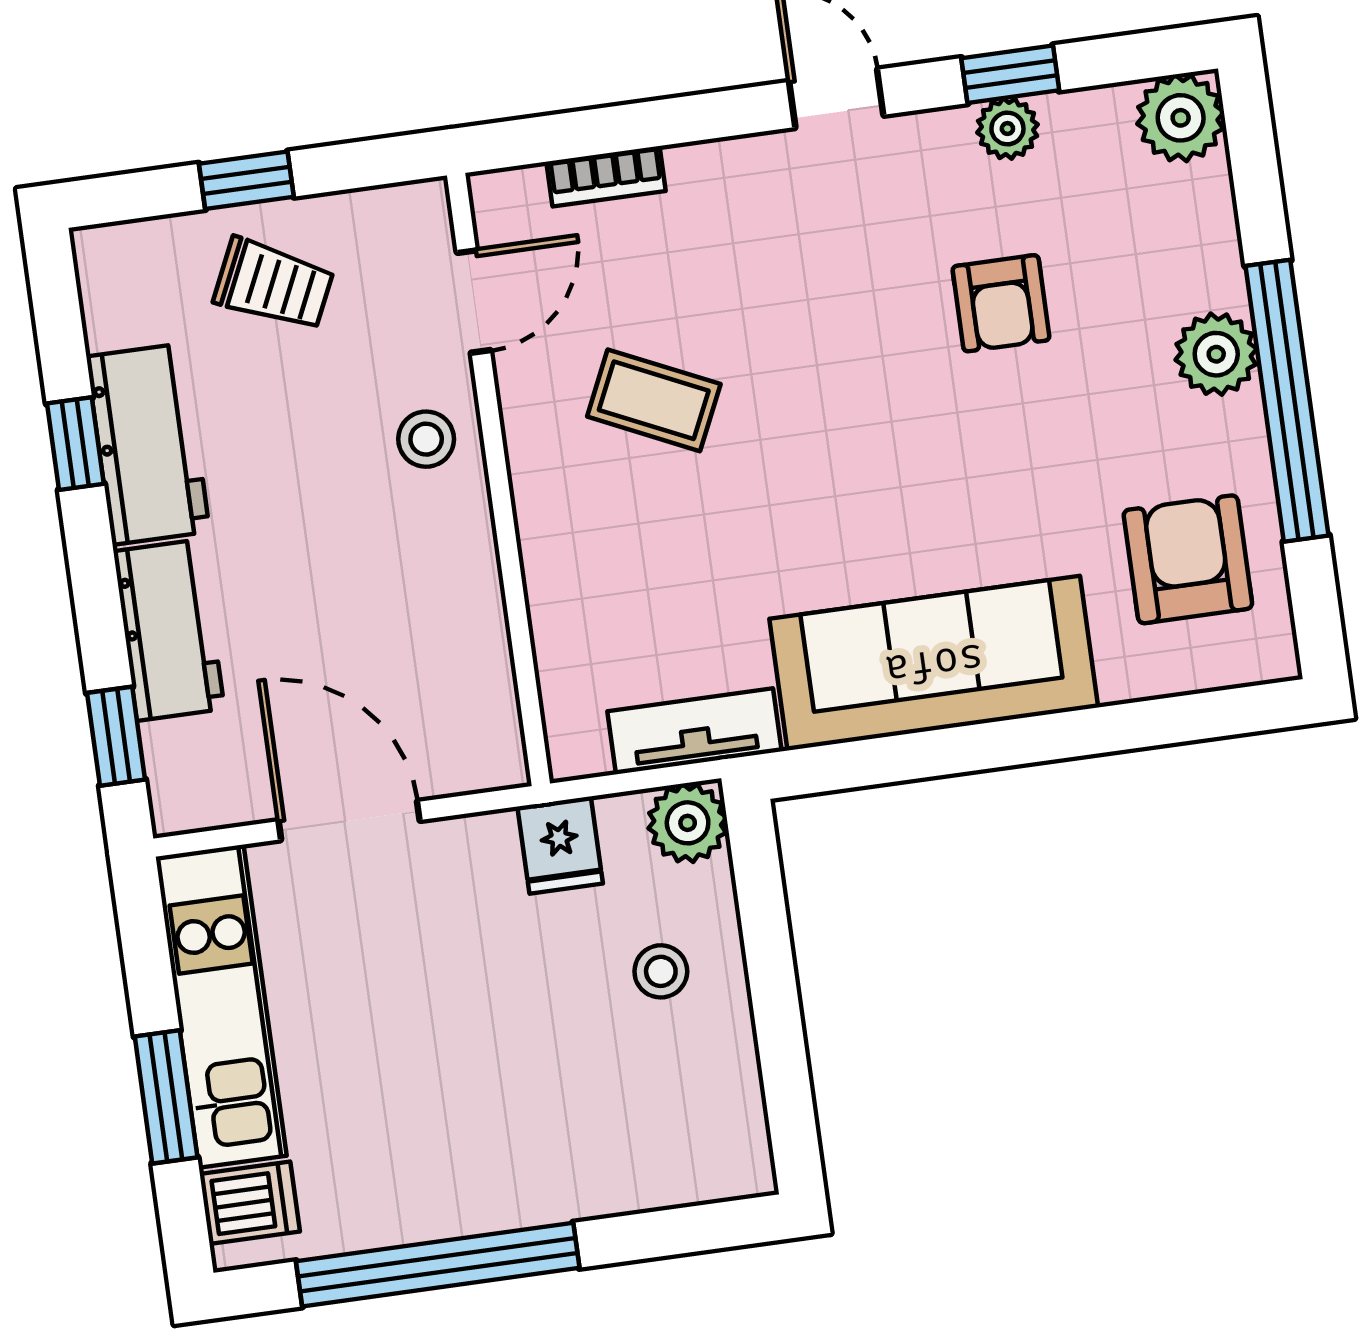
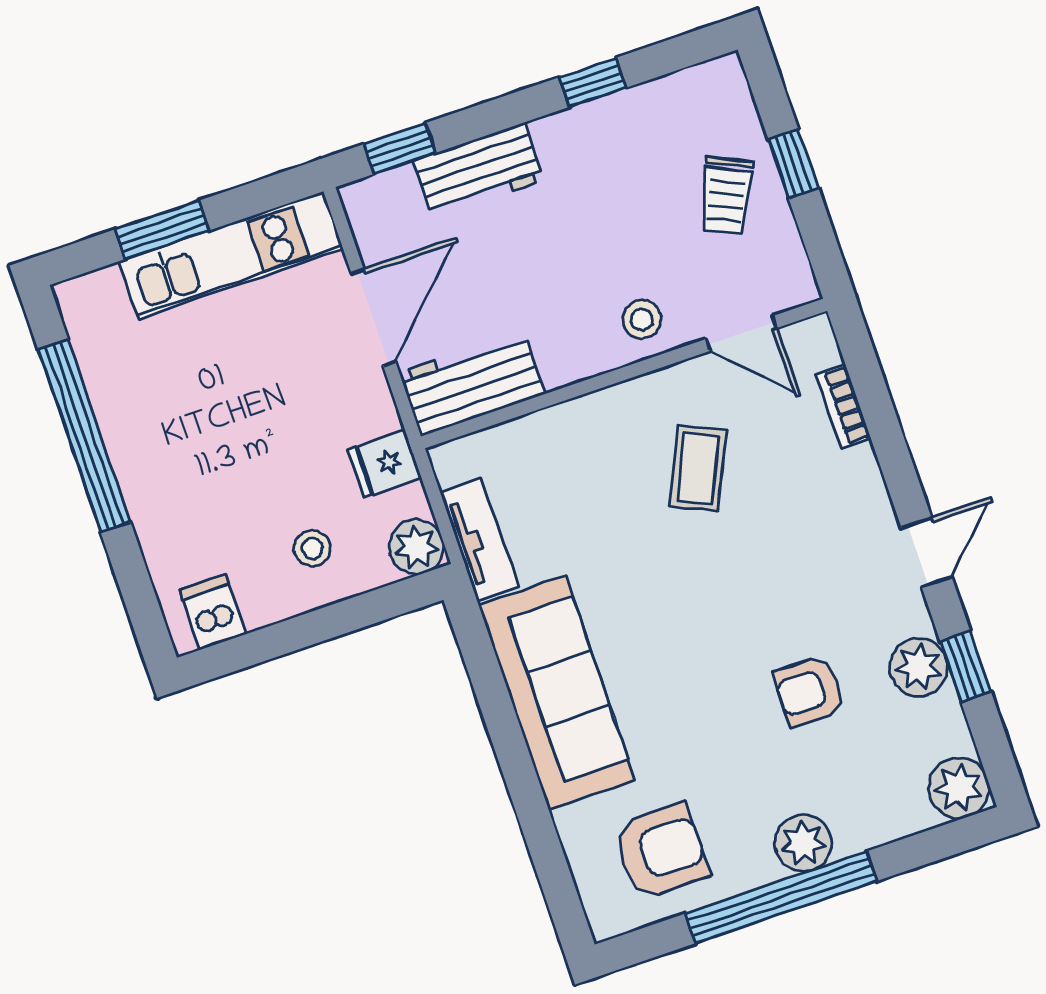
plant: (1007, 128) -> (919, 667), width x1.38, depth x1.38
workbench: (148, 444) -> (472, 383), moved, turned 180
dishwasher: (250, 1203) -> (213, 612), moved, turned 180

